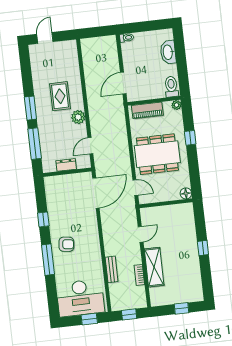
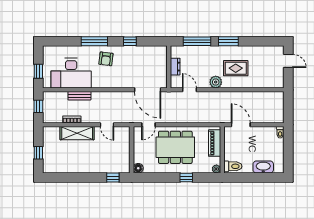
dining table: (157, 154) -> (175, 147), turned 90
window: (203, 248) -> (113, 178), moved
desk: (80, 298) -> (71, 73), moved, turned -90

